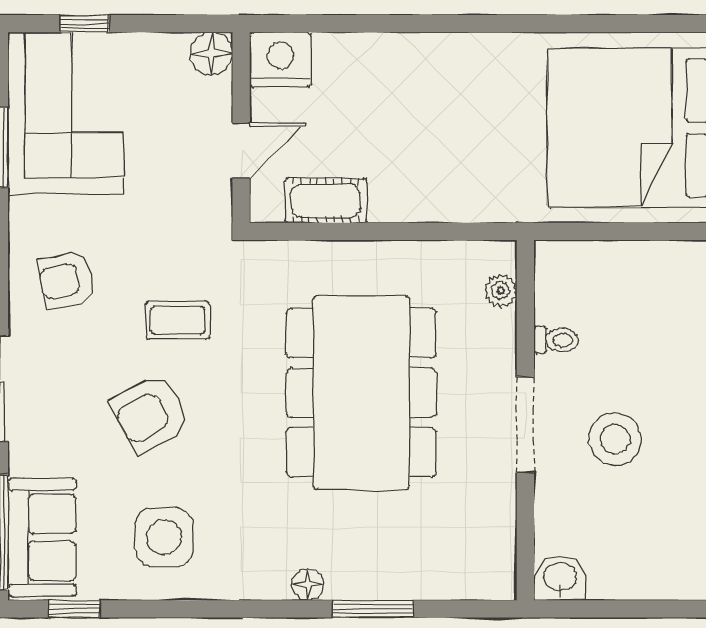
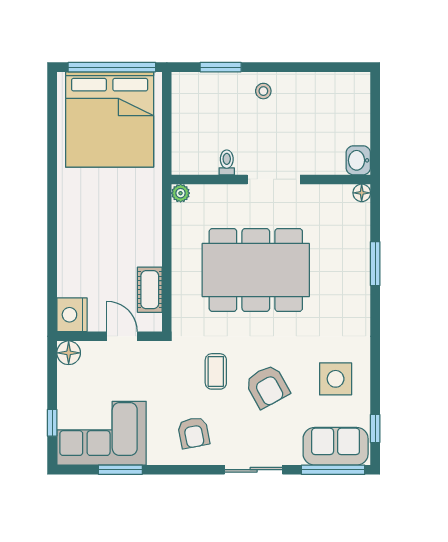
plant: (500, 290) -> (181, 193), moved
stool: (615, 439) -> (263, 91), moved, width x0.53, depth x0.53
floor lamp: (308, 585) -> (362, 193), moved

